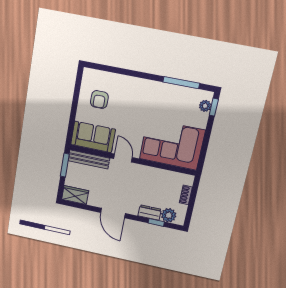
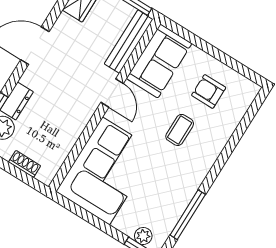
coffee table: (130, 108) -> (180, 130), added
door: (123, 158) -> (112, 93), hinge flipped

